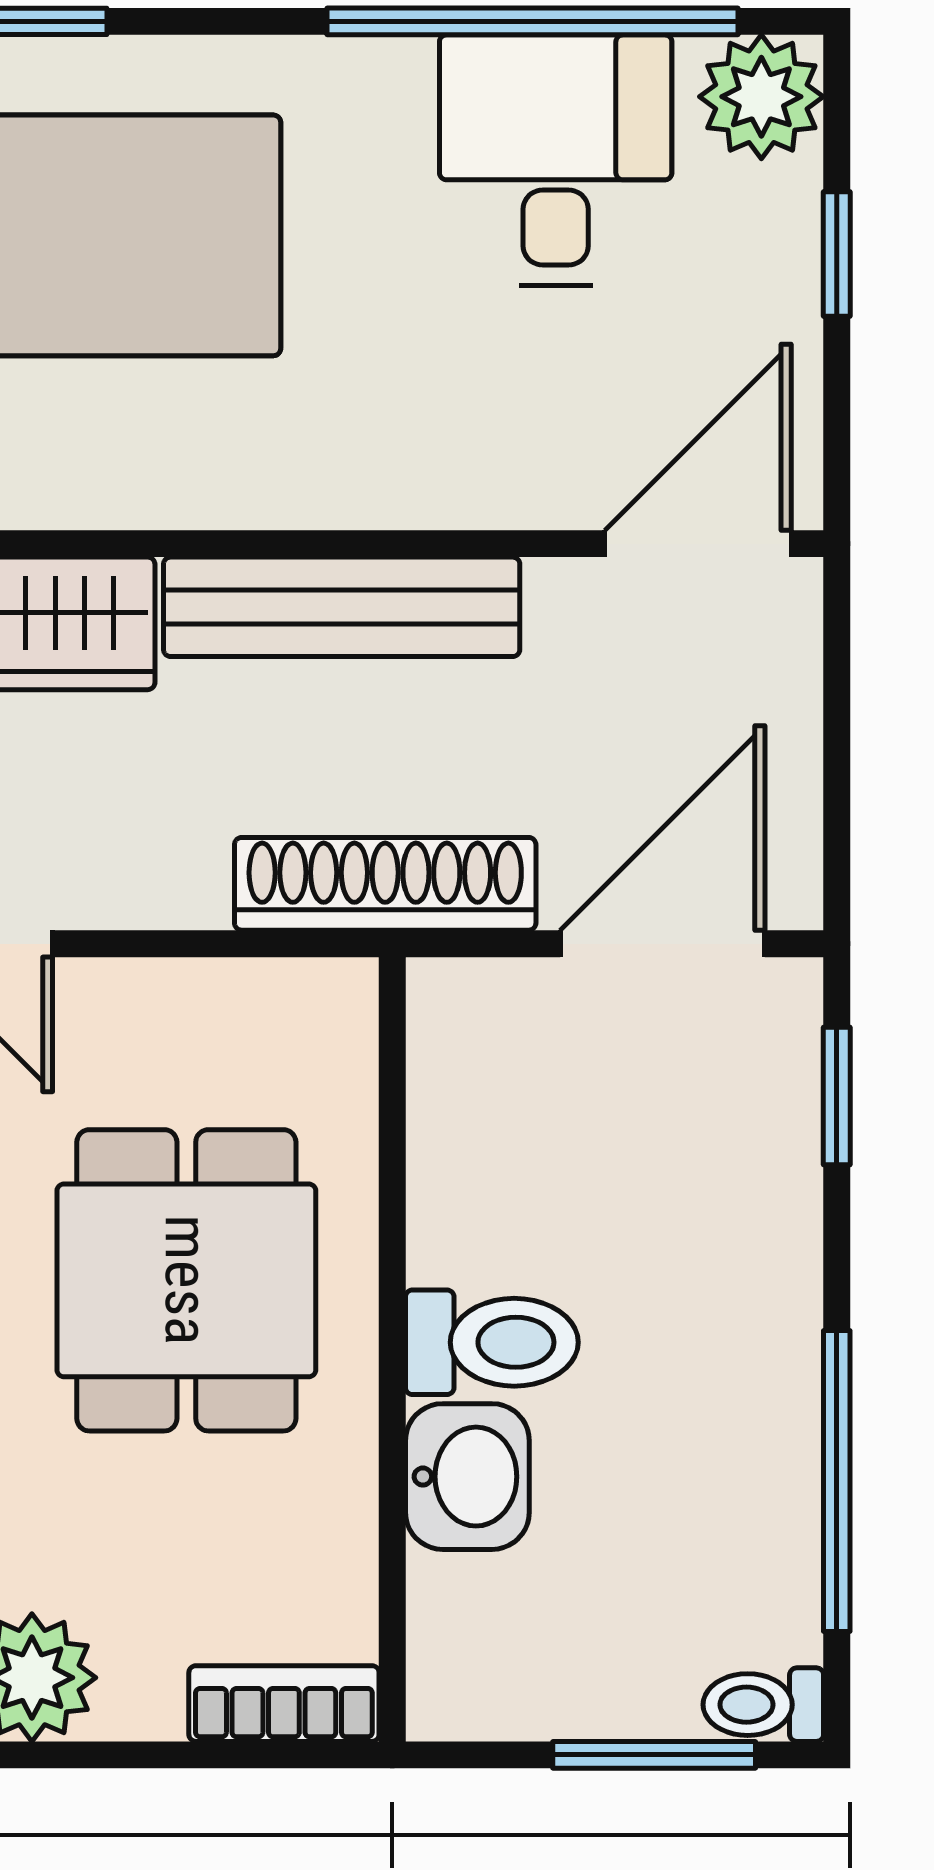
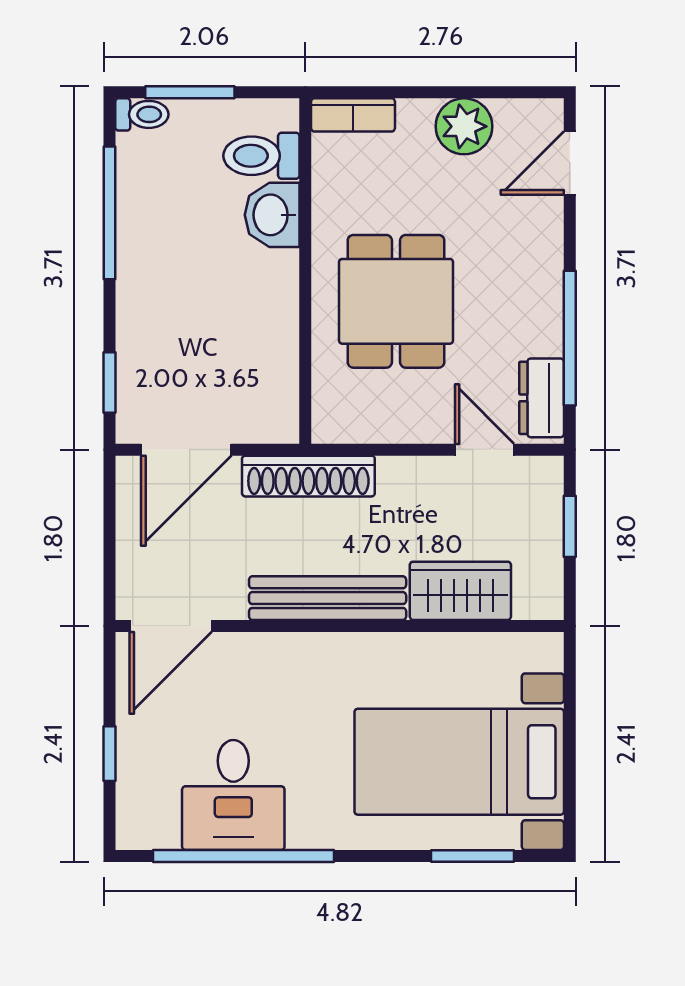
plant: (761, 97) -> (143, 823), removed
toilet: (492, 1342) -> (261, 156), moved

